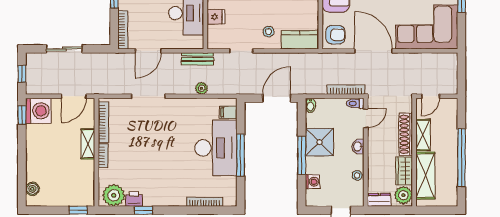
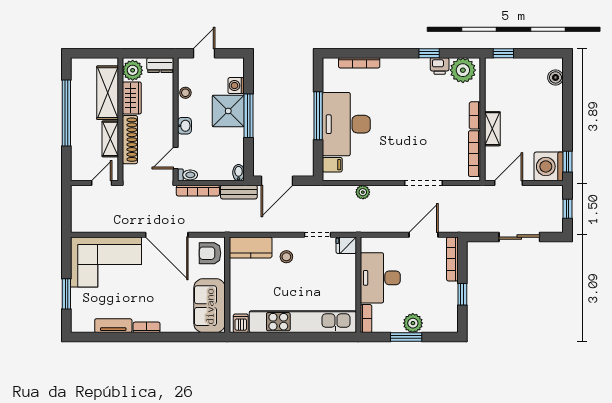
fridge: (216, 17) -> (346, 245), moved
bench: (197, 59) -> (239, 192), moved
shower: (319, 142) -> (228, 111), moved

